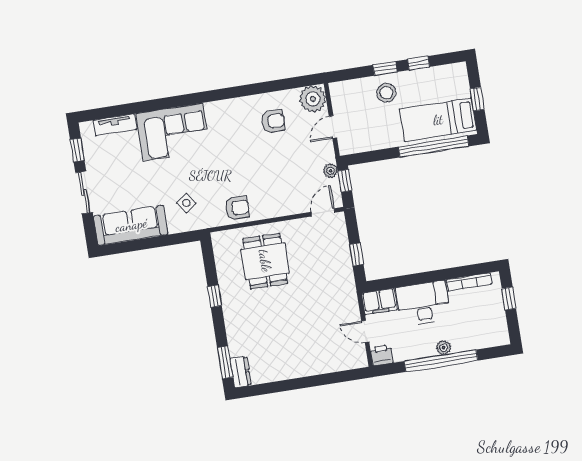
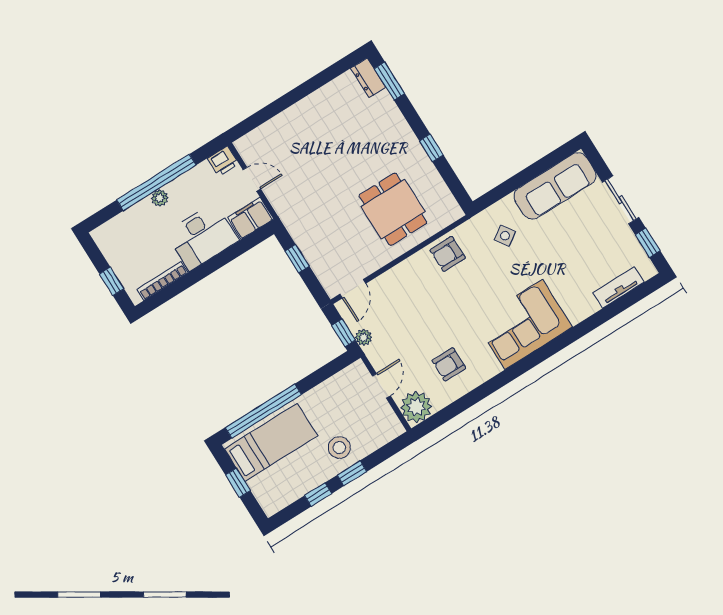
corner sofa: (173, 132) -> (524, 324), moved

